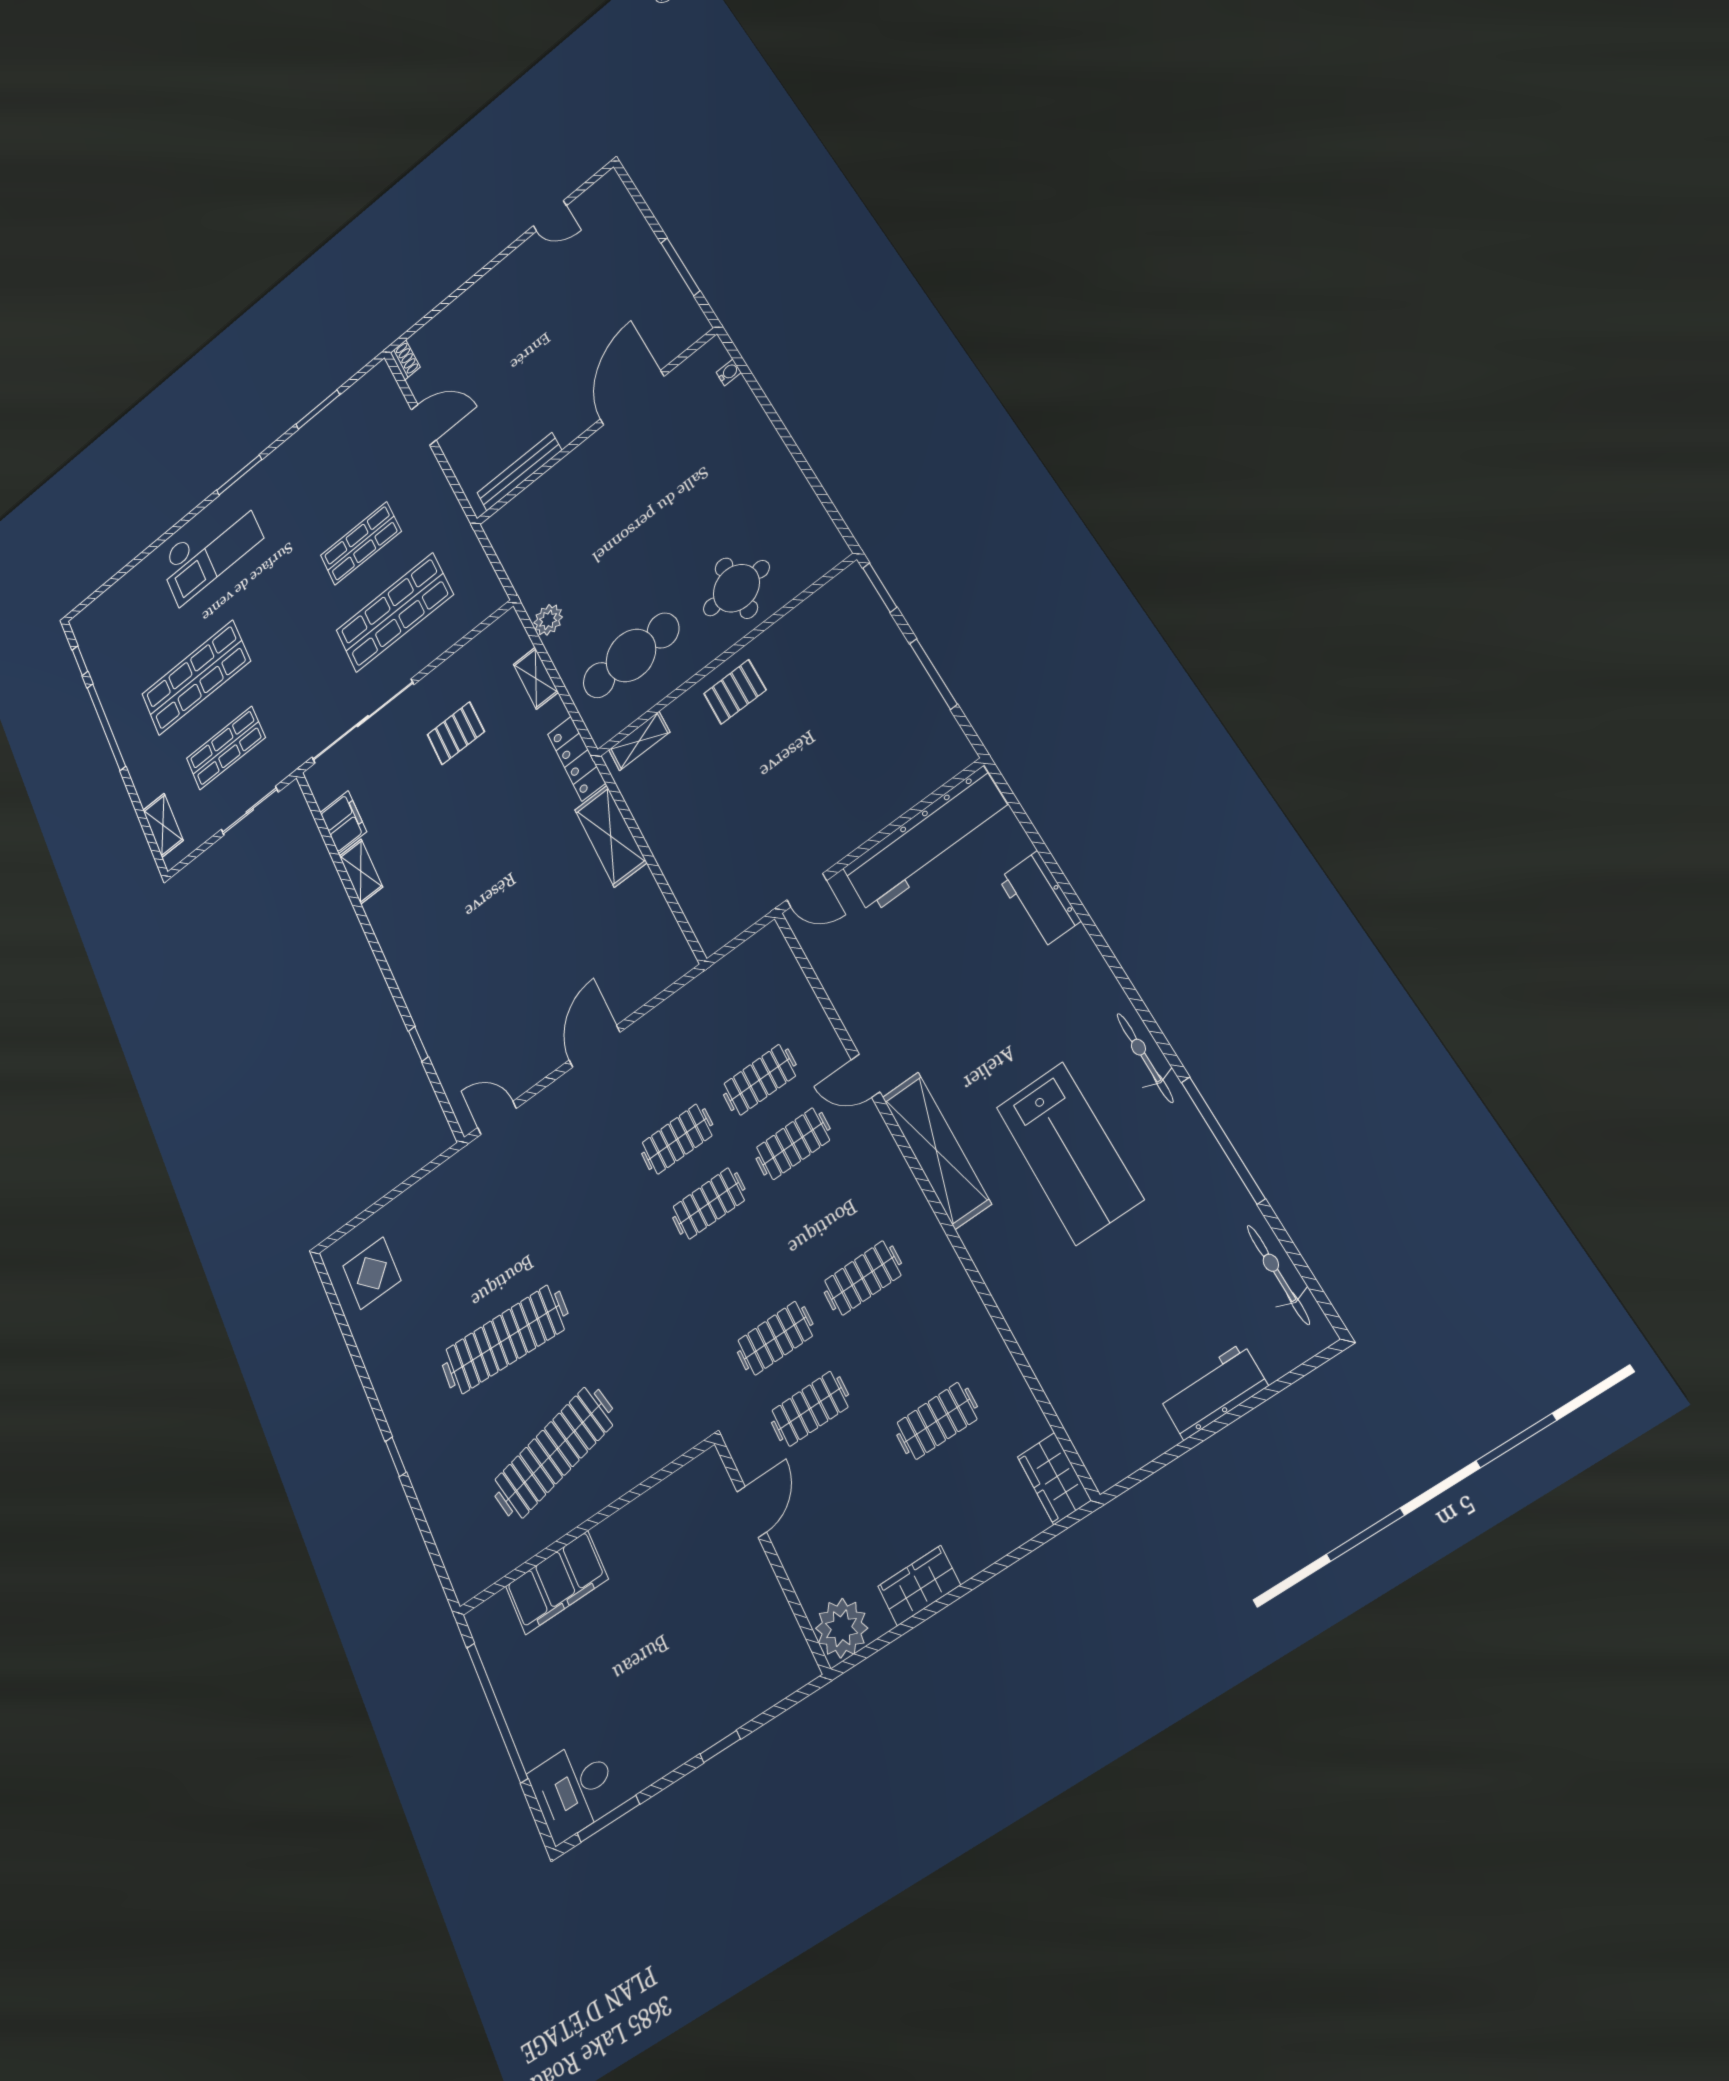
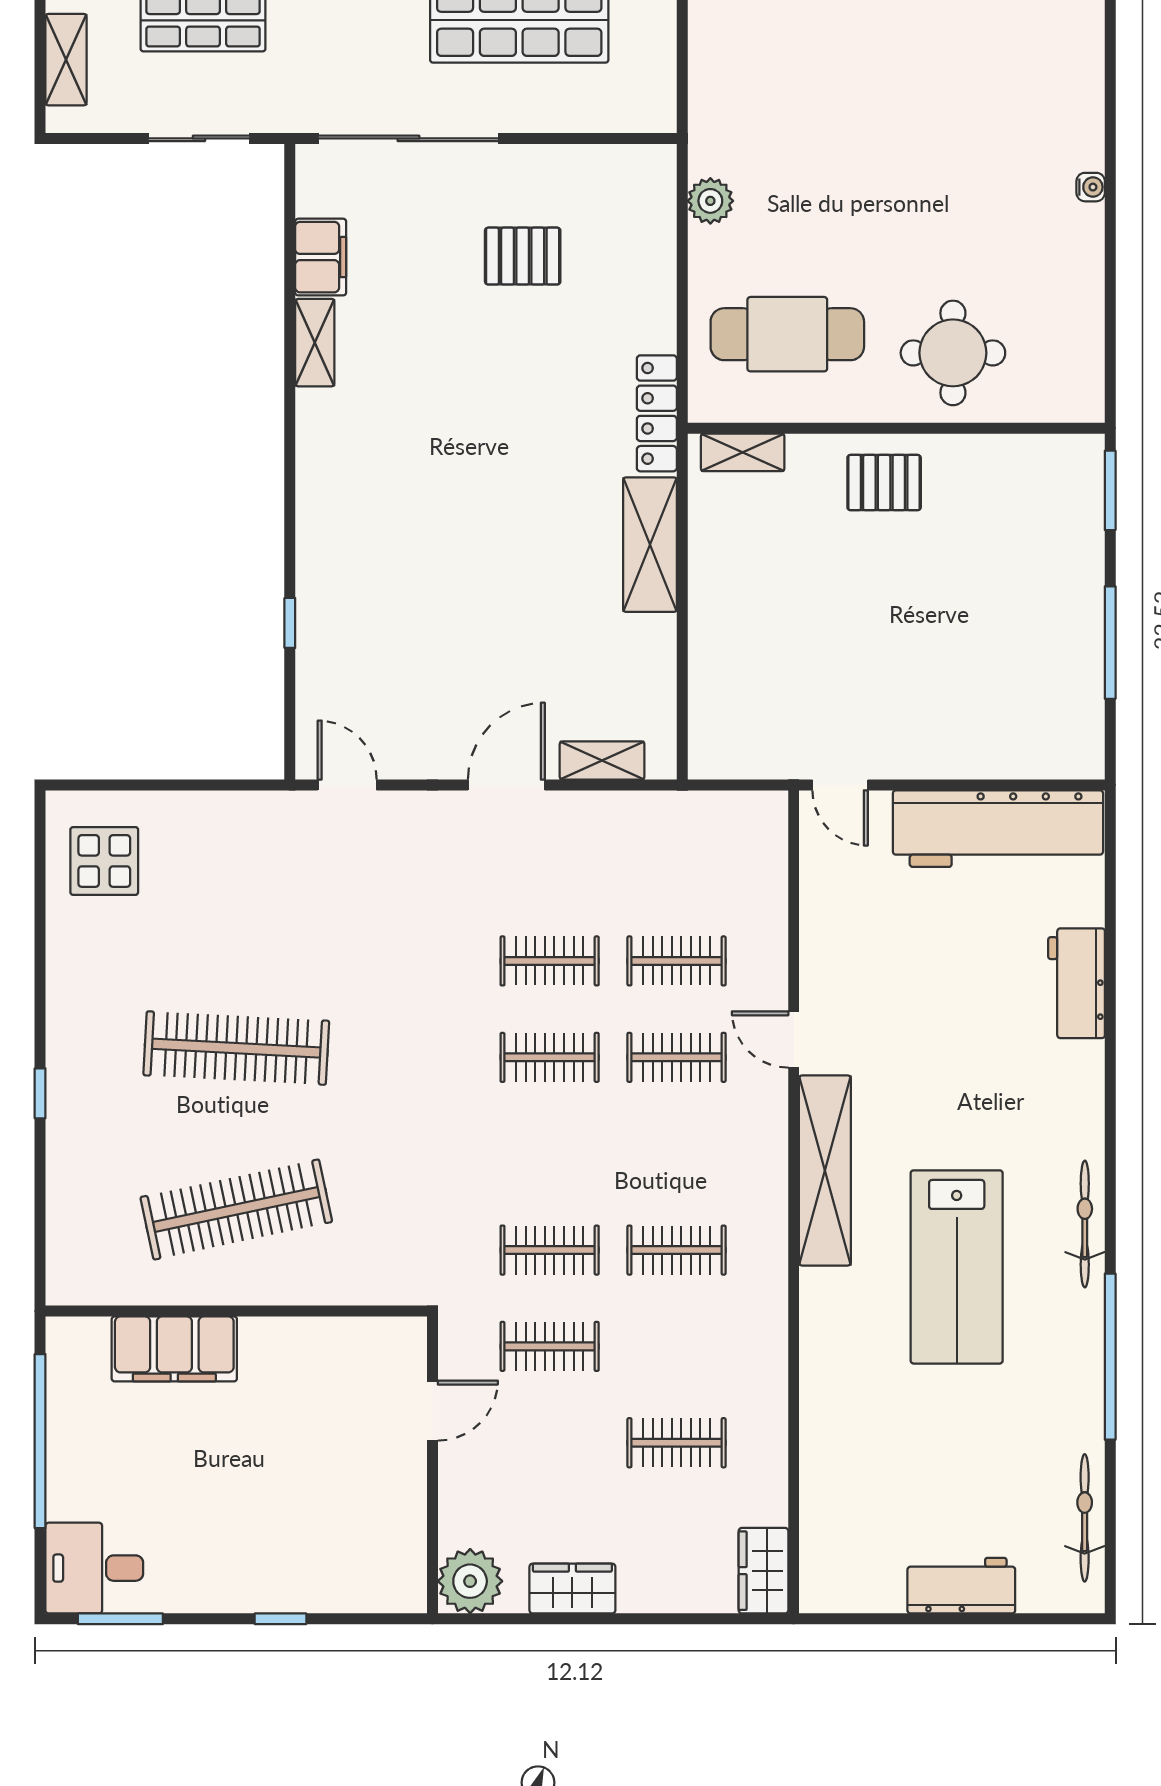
water cooler: (729, 372) -> (1091, 187), moved
shelving: (536, 678) -> (602, 761), moved, turned 90

